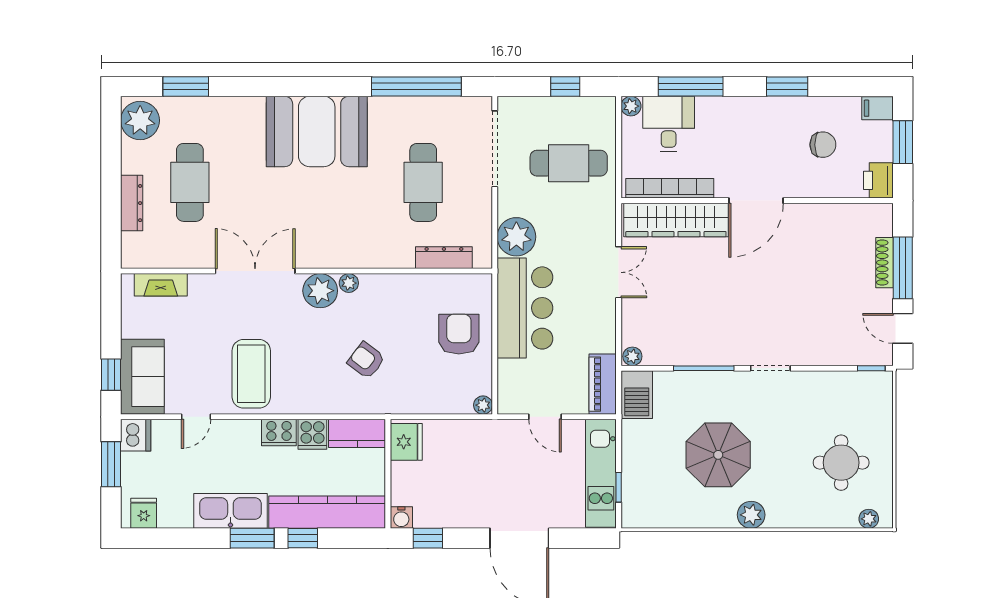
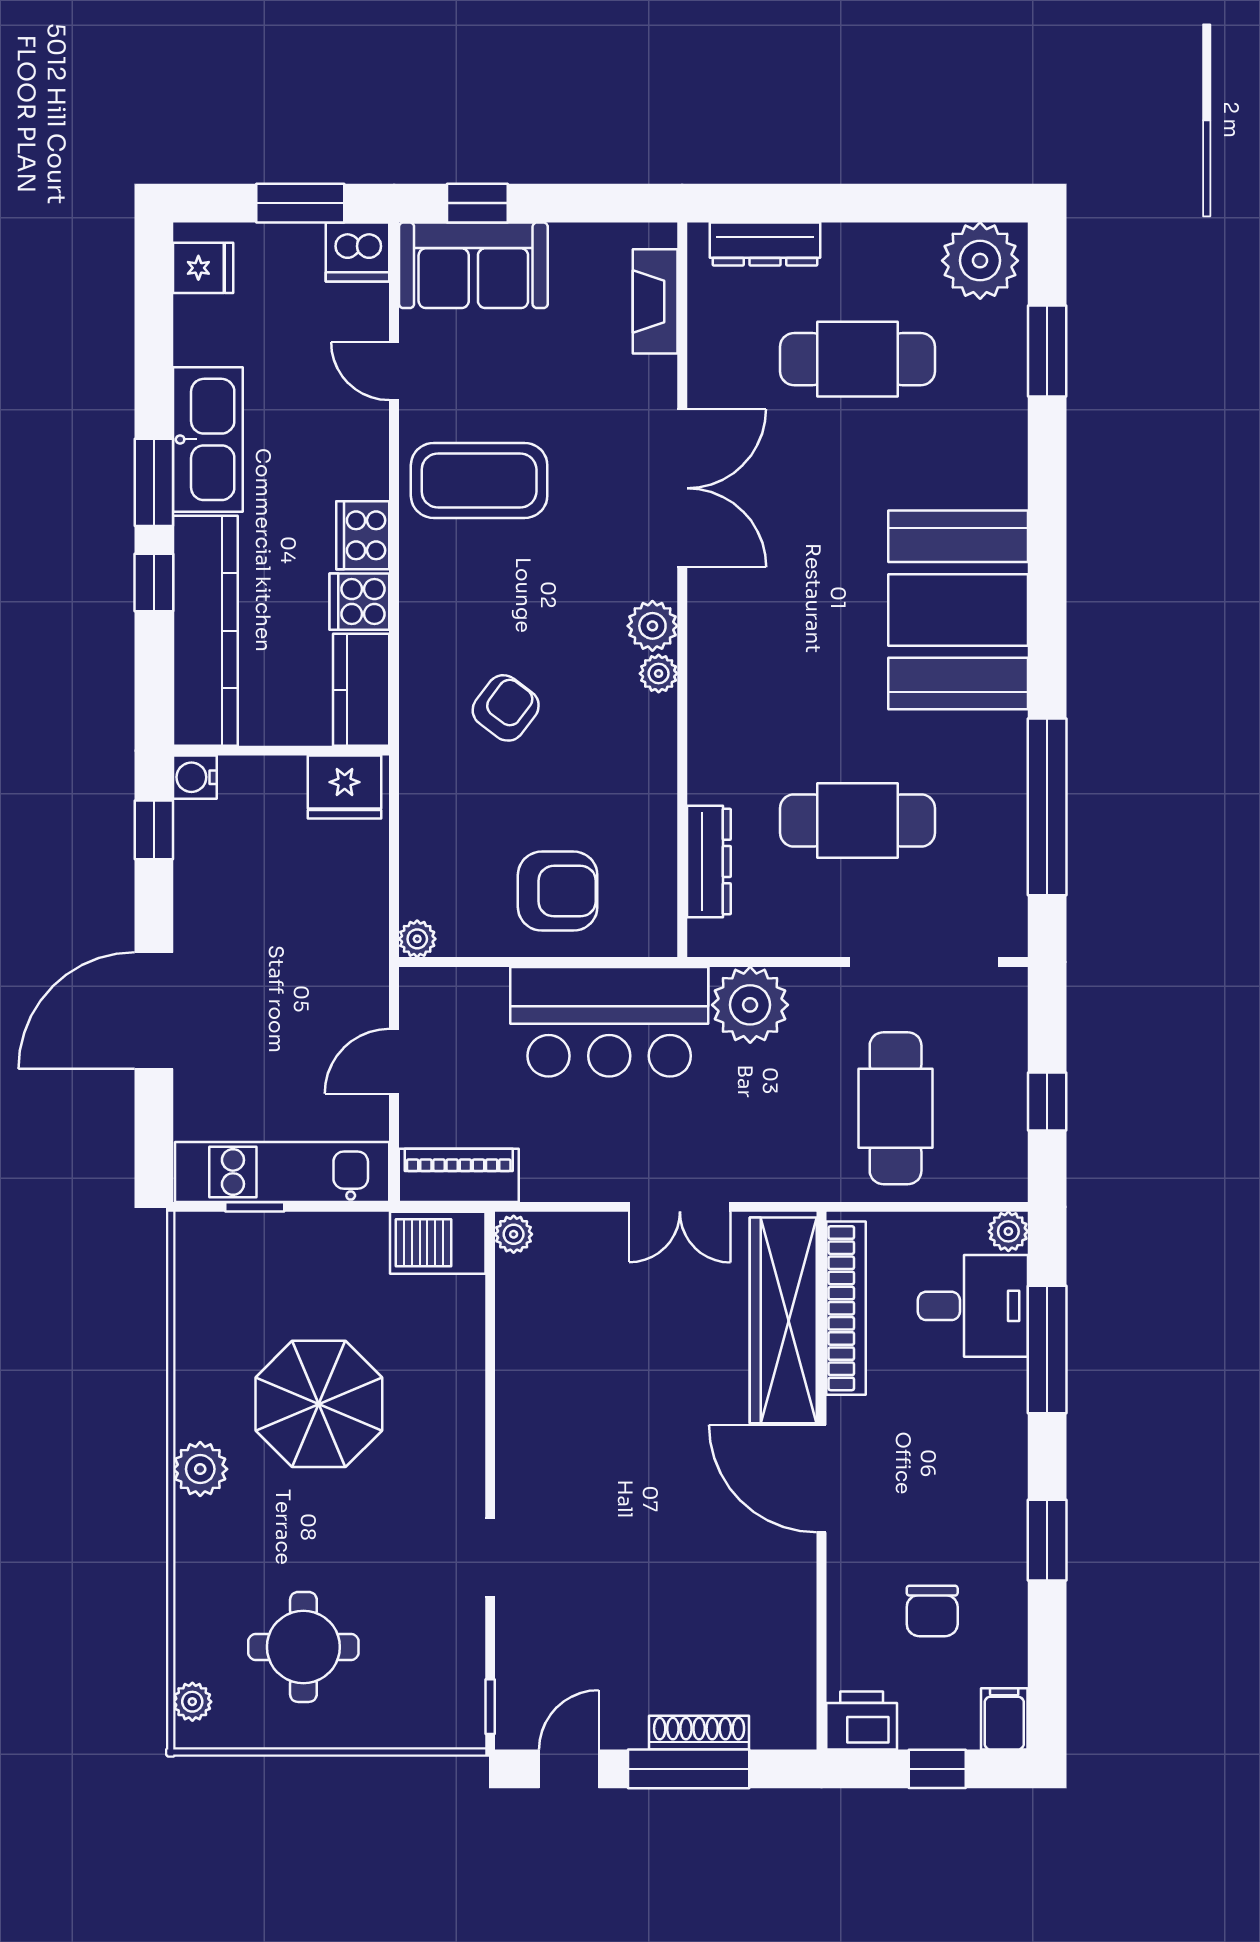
window: (903, 142) -> (937, 1769), width x0.67
dresser: (132, 203) -> (765, 244), moved
plant: (320, 291) -> (652, 626), width x0.73, depth x0.73
window: (704, 368) -> (490, 1375), removed
doorway: (770, 368) -> (490, 1558), moved

